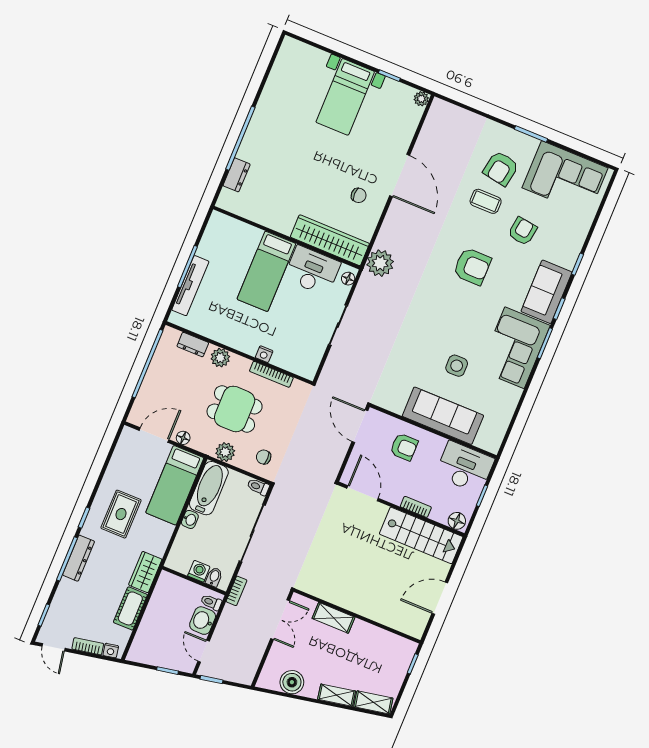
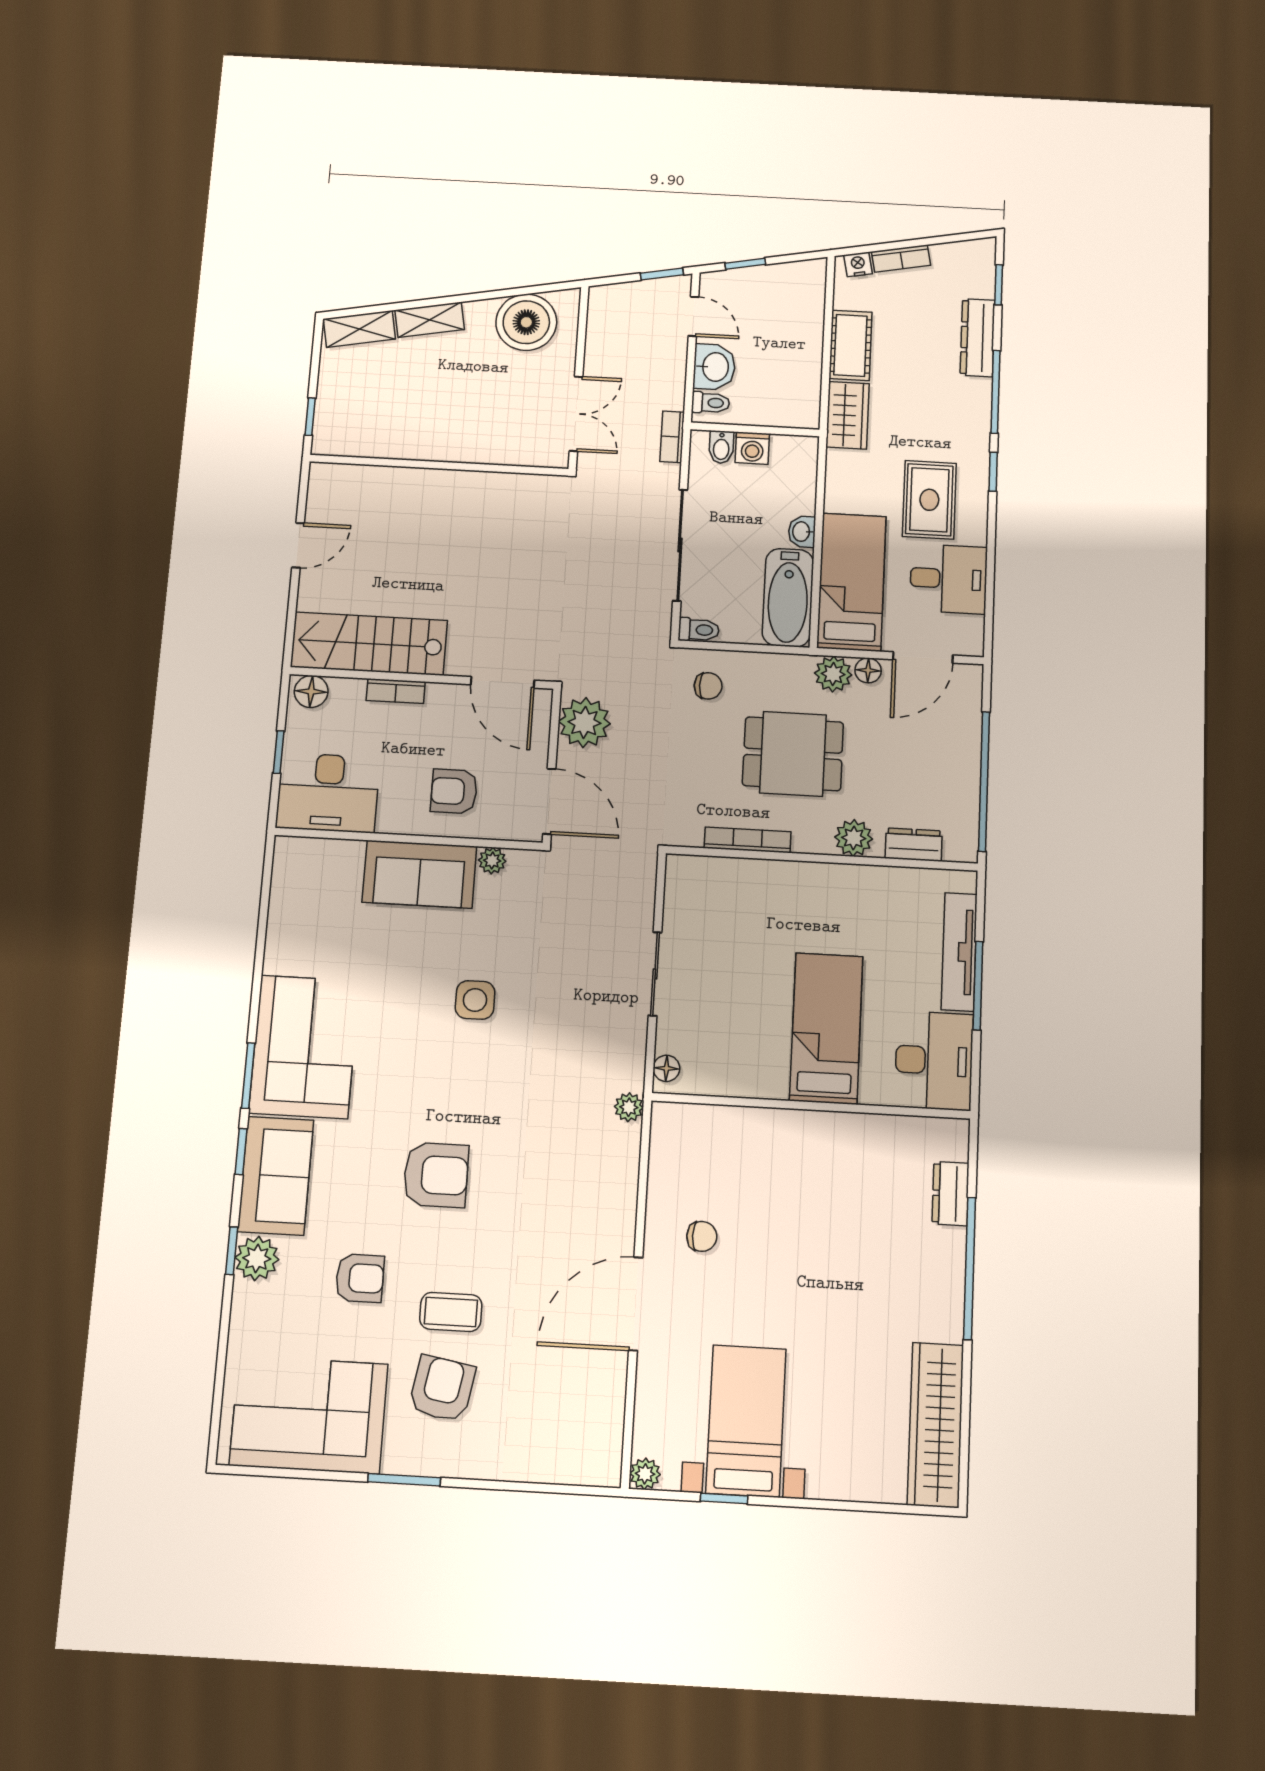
bed with nightstands: (345, 97) -> (746, 1421), moved
door: (400, 176) -> (636, 1304), hinge flipped
chair: (359, 195) -> (702, 1236), turned 180
armchair: (522, 231) -> (360, 1278), turned -98
wardrobe: (330, 240) -> (936, 1425), moved, turned 90
plant: (567, 257) -> (257, 1258), added
plant: (380, 263) -> (629, 1107), width x0.53, depth x0.53
armchair: (472, 266) -> (436, 1175), turned 180
desk: (312, 271) -> (934, 1061), moved, turned -90
nightstand: (264, 354) -> (775, 872), removed
side table: (457, 366) -> (475, 1000), moved
plant: (397, 407) -> (492, 861), added
sofa: (443, 416) -> (419, 874), width x0.73
plant: (225, 452) -> (833, 674), moved
plant: (330, 459) -> (584, 722), added
desk: (127, 470) -> (949, 579), added
dresser: (79, 558) -> (977, 338), moved
door: (440, 598) -> (298, 545), width x0.73
shelving: (333, 618) -> (481, 448), removed
double door: (280, 620) -> (576, 414), swing flipped
door: (53, 647) -> (960, 237), removed
boiler: (292, 682) -> (526, 322), width x1.37, depth x1.37

